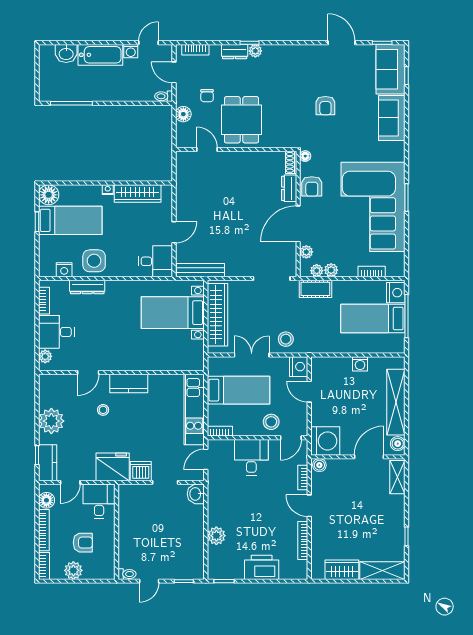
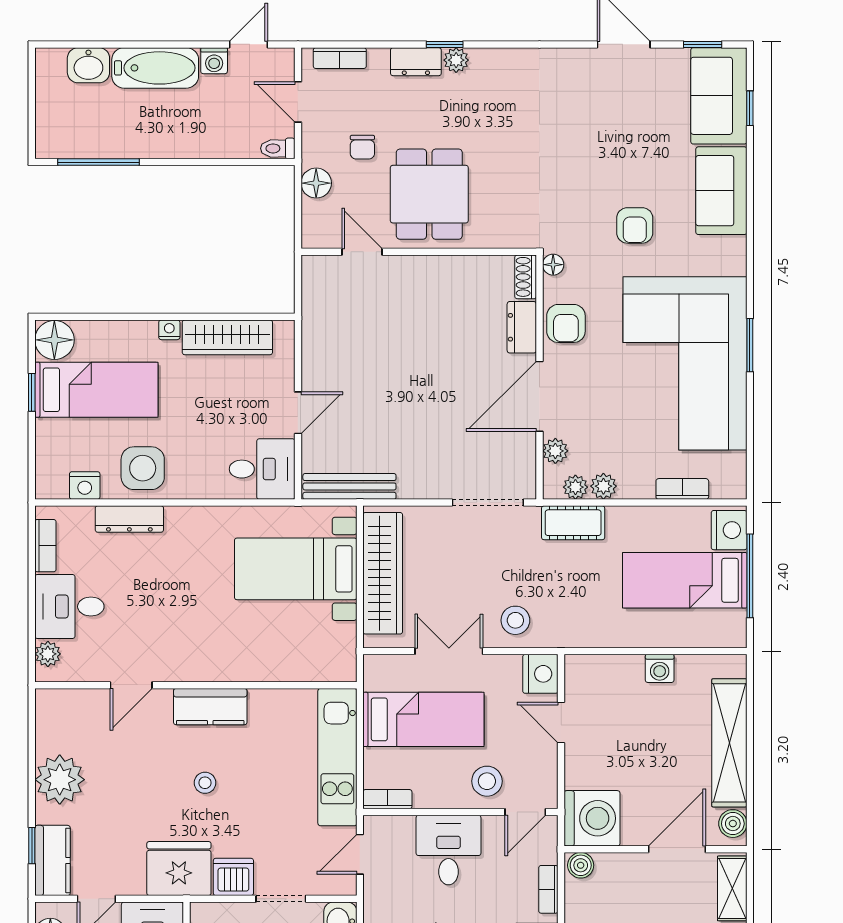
armchair: (325, 106) -> (635, 225), moved
stool: (103, 410) -> (205, 783), moved

